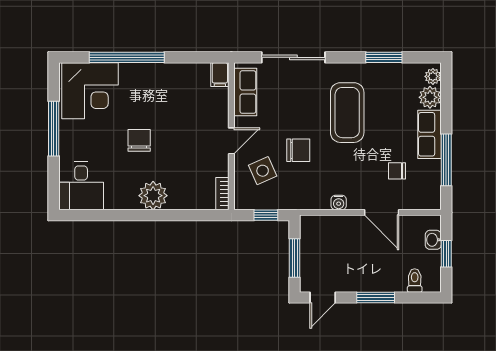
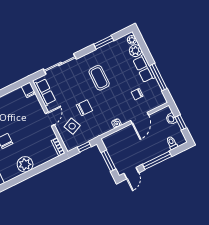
coffee table: (347, 113) -> (99, 78), width x0.73, depth x0.76
door: (382, 212) -> (140, 118), hinge flipped
window: (376, 297) -> (157, 160), width x1.44

